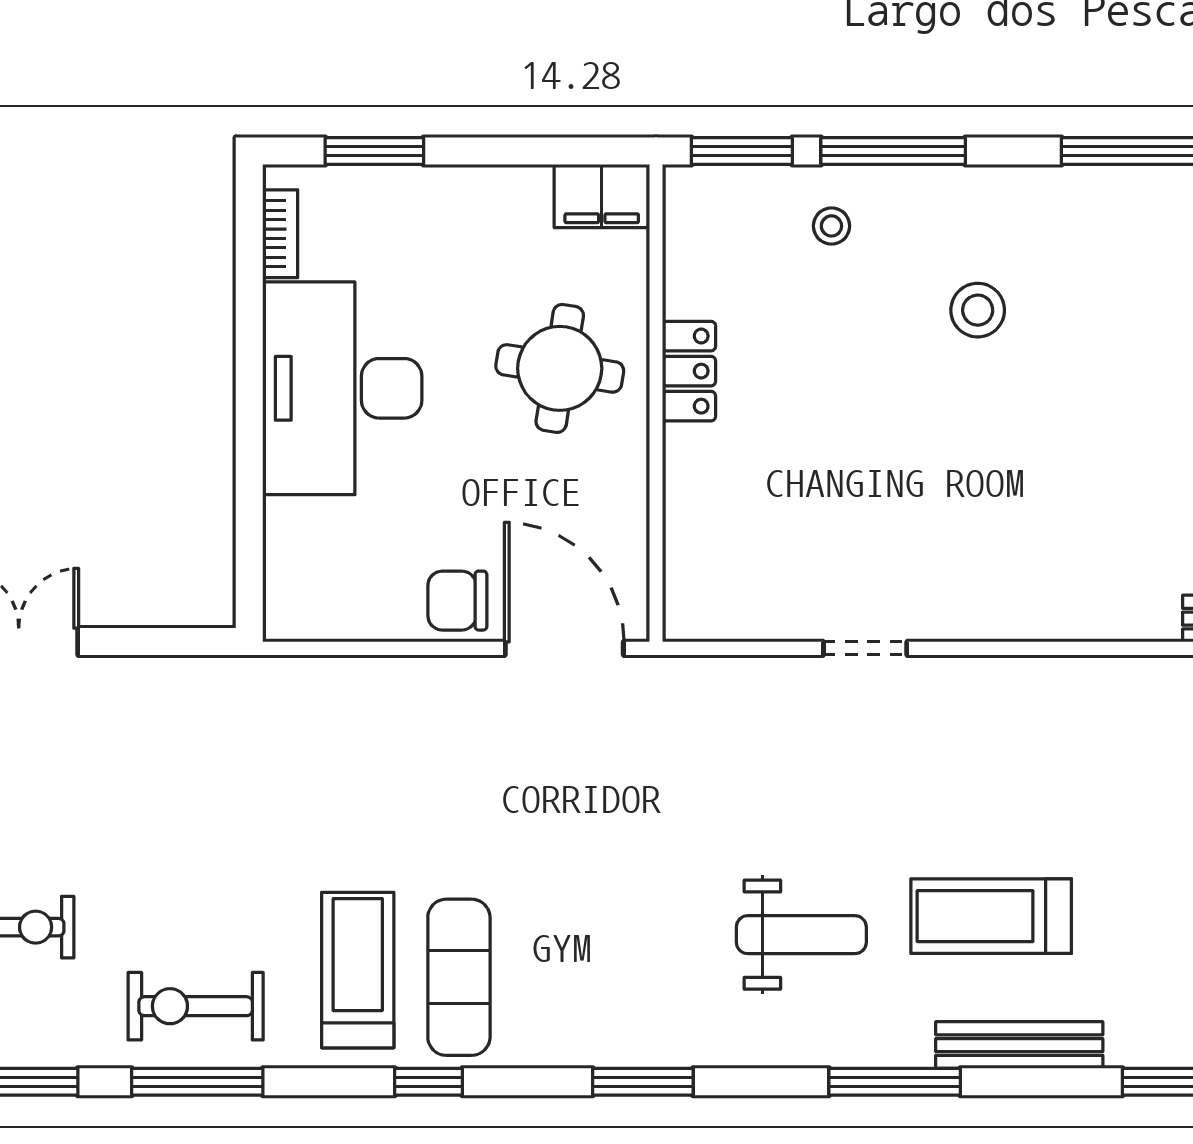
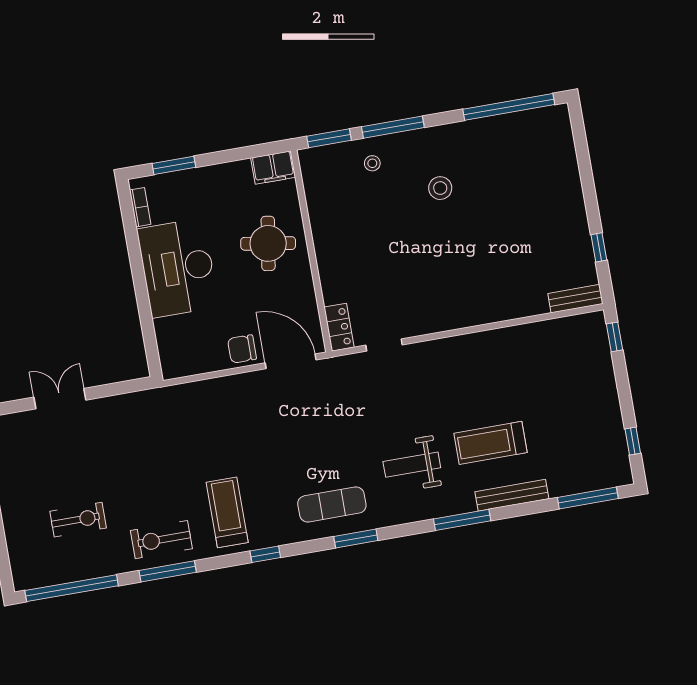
locker: (689, 371) -> (339, 327), moved
doorway: (865, 648) -> (384, 345), moved
weight bench: (801, 935) -> (412, 465), turned 180
exercise mat: (459, 977) -> (332, 504), moved, turned 90

